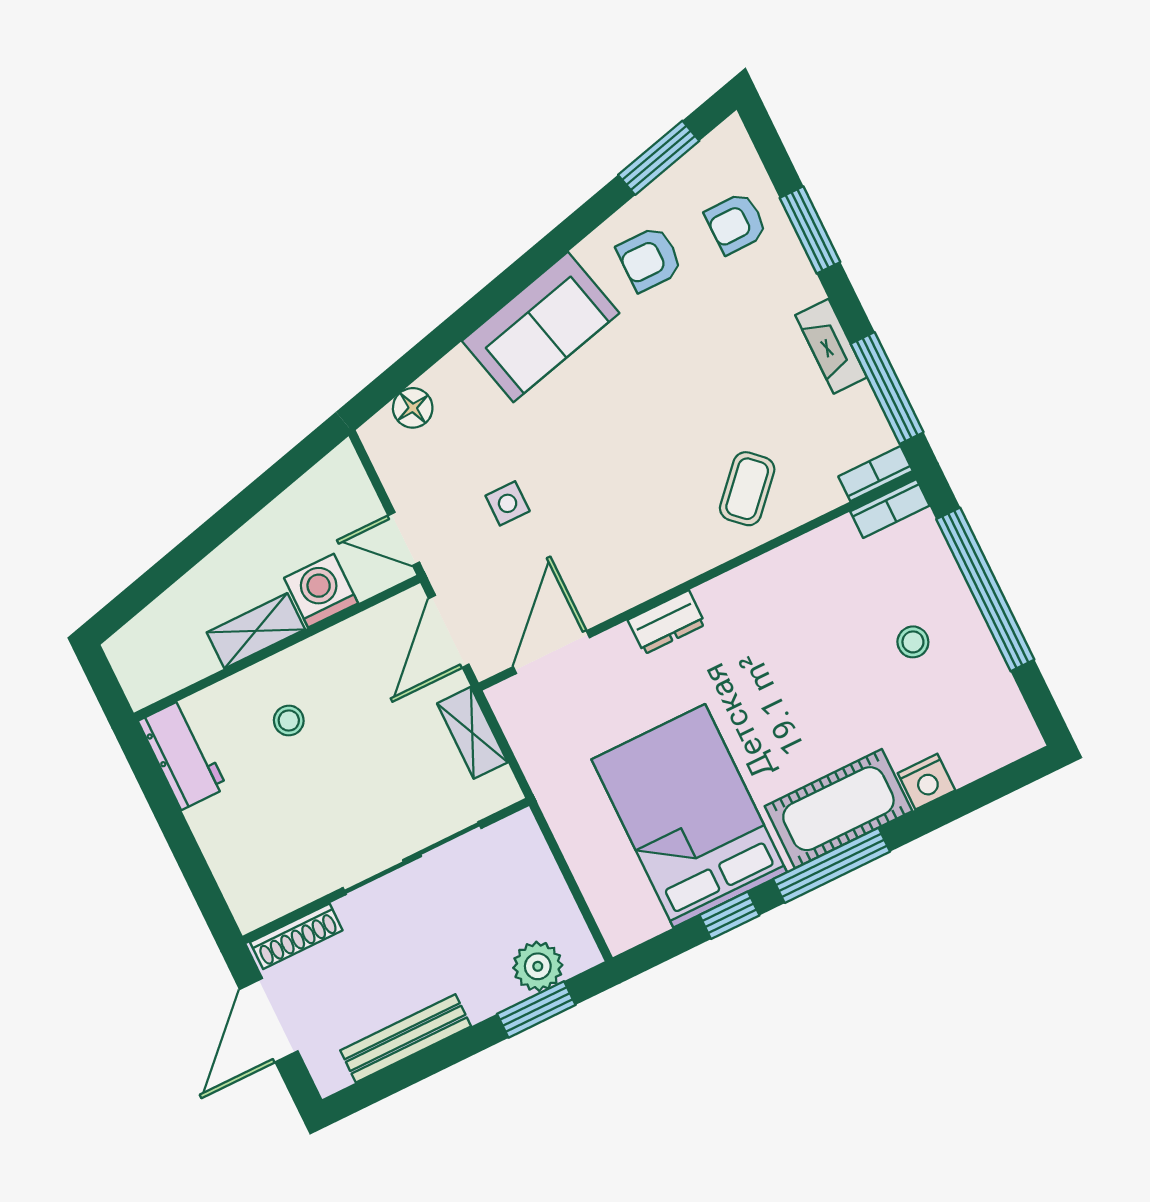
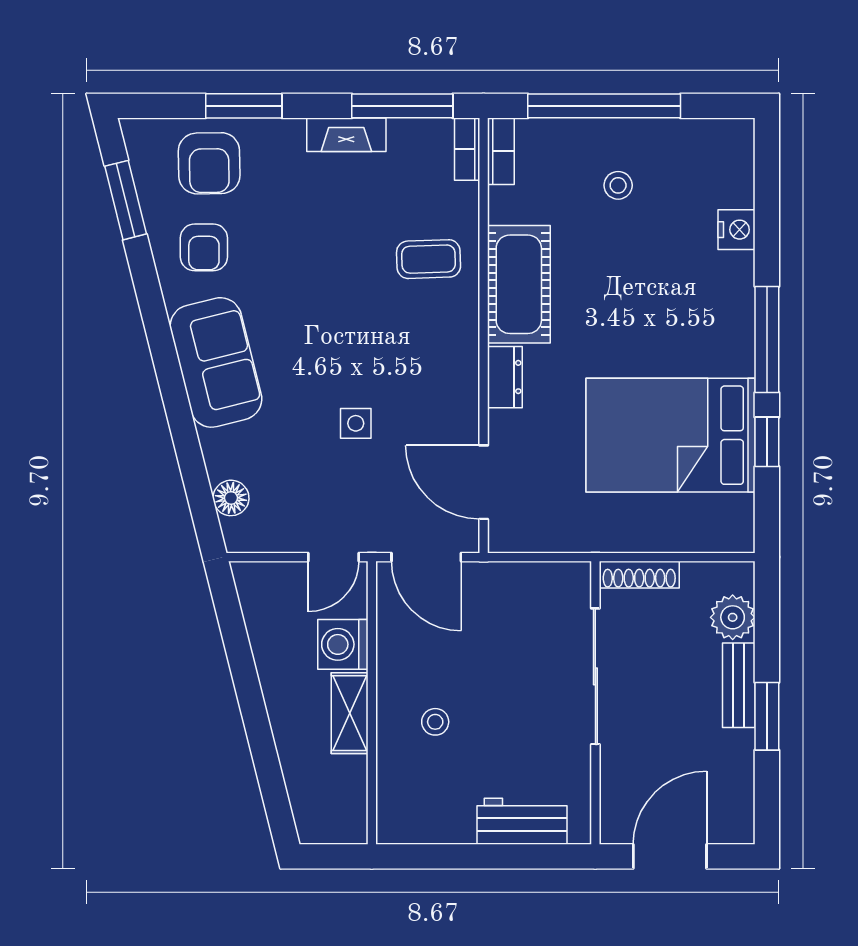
armchair: (736, 223) -> (209, 163), width x1.38, depth x1.38
coffee table: (747, 489) -> (429, 259), turned -45
side table: (508, 503) -> (356, 423), moved
shelving: (472, 733) -> (518, 578), removed
workbench: (182, 754) -> (522, 821), moved
cot: (838, 809) -> (519, 284), moved
shoe rack: (296, 936) -> (639, 575), moved, turned 90
window: (536, 1009) -> (767, 716), moved
door: (269, 1020) -> (670, 856), swing flipped
bench: (406, 1038) -> (739, 685), moved, width x0.73

